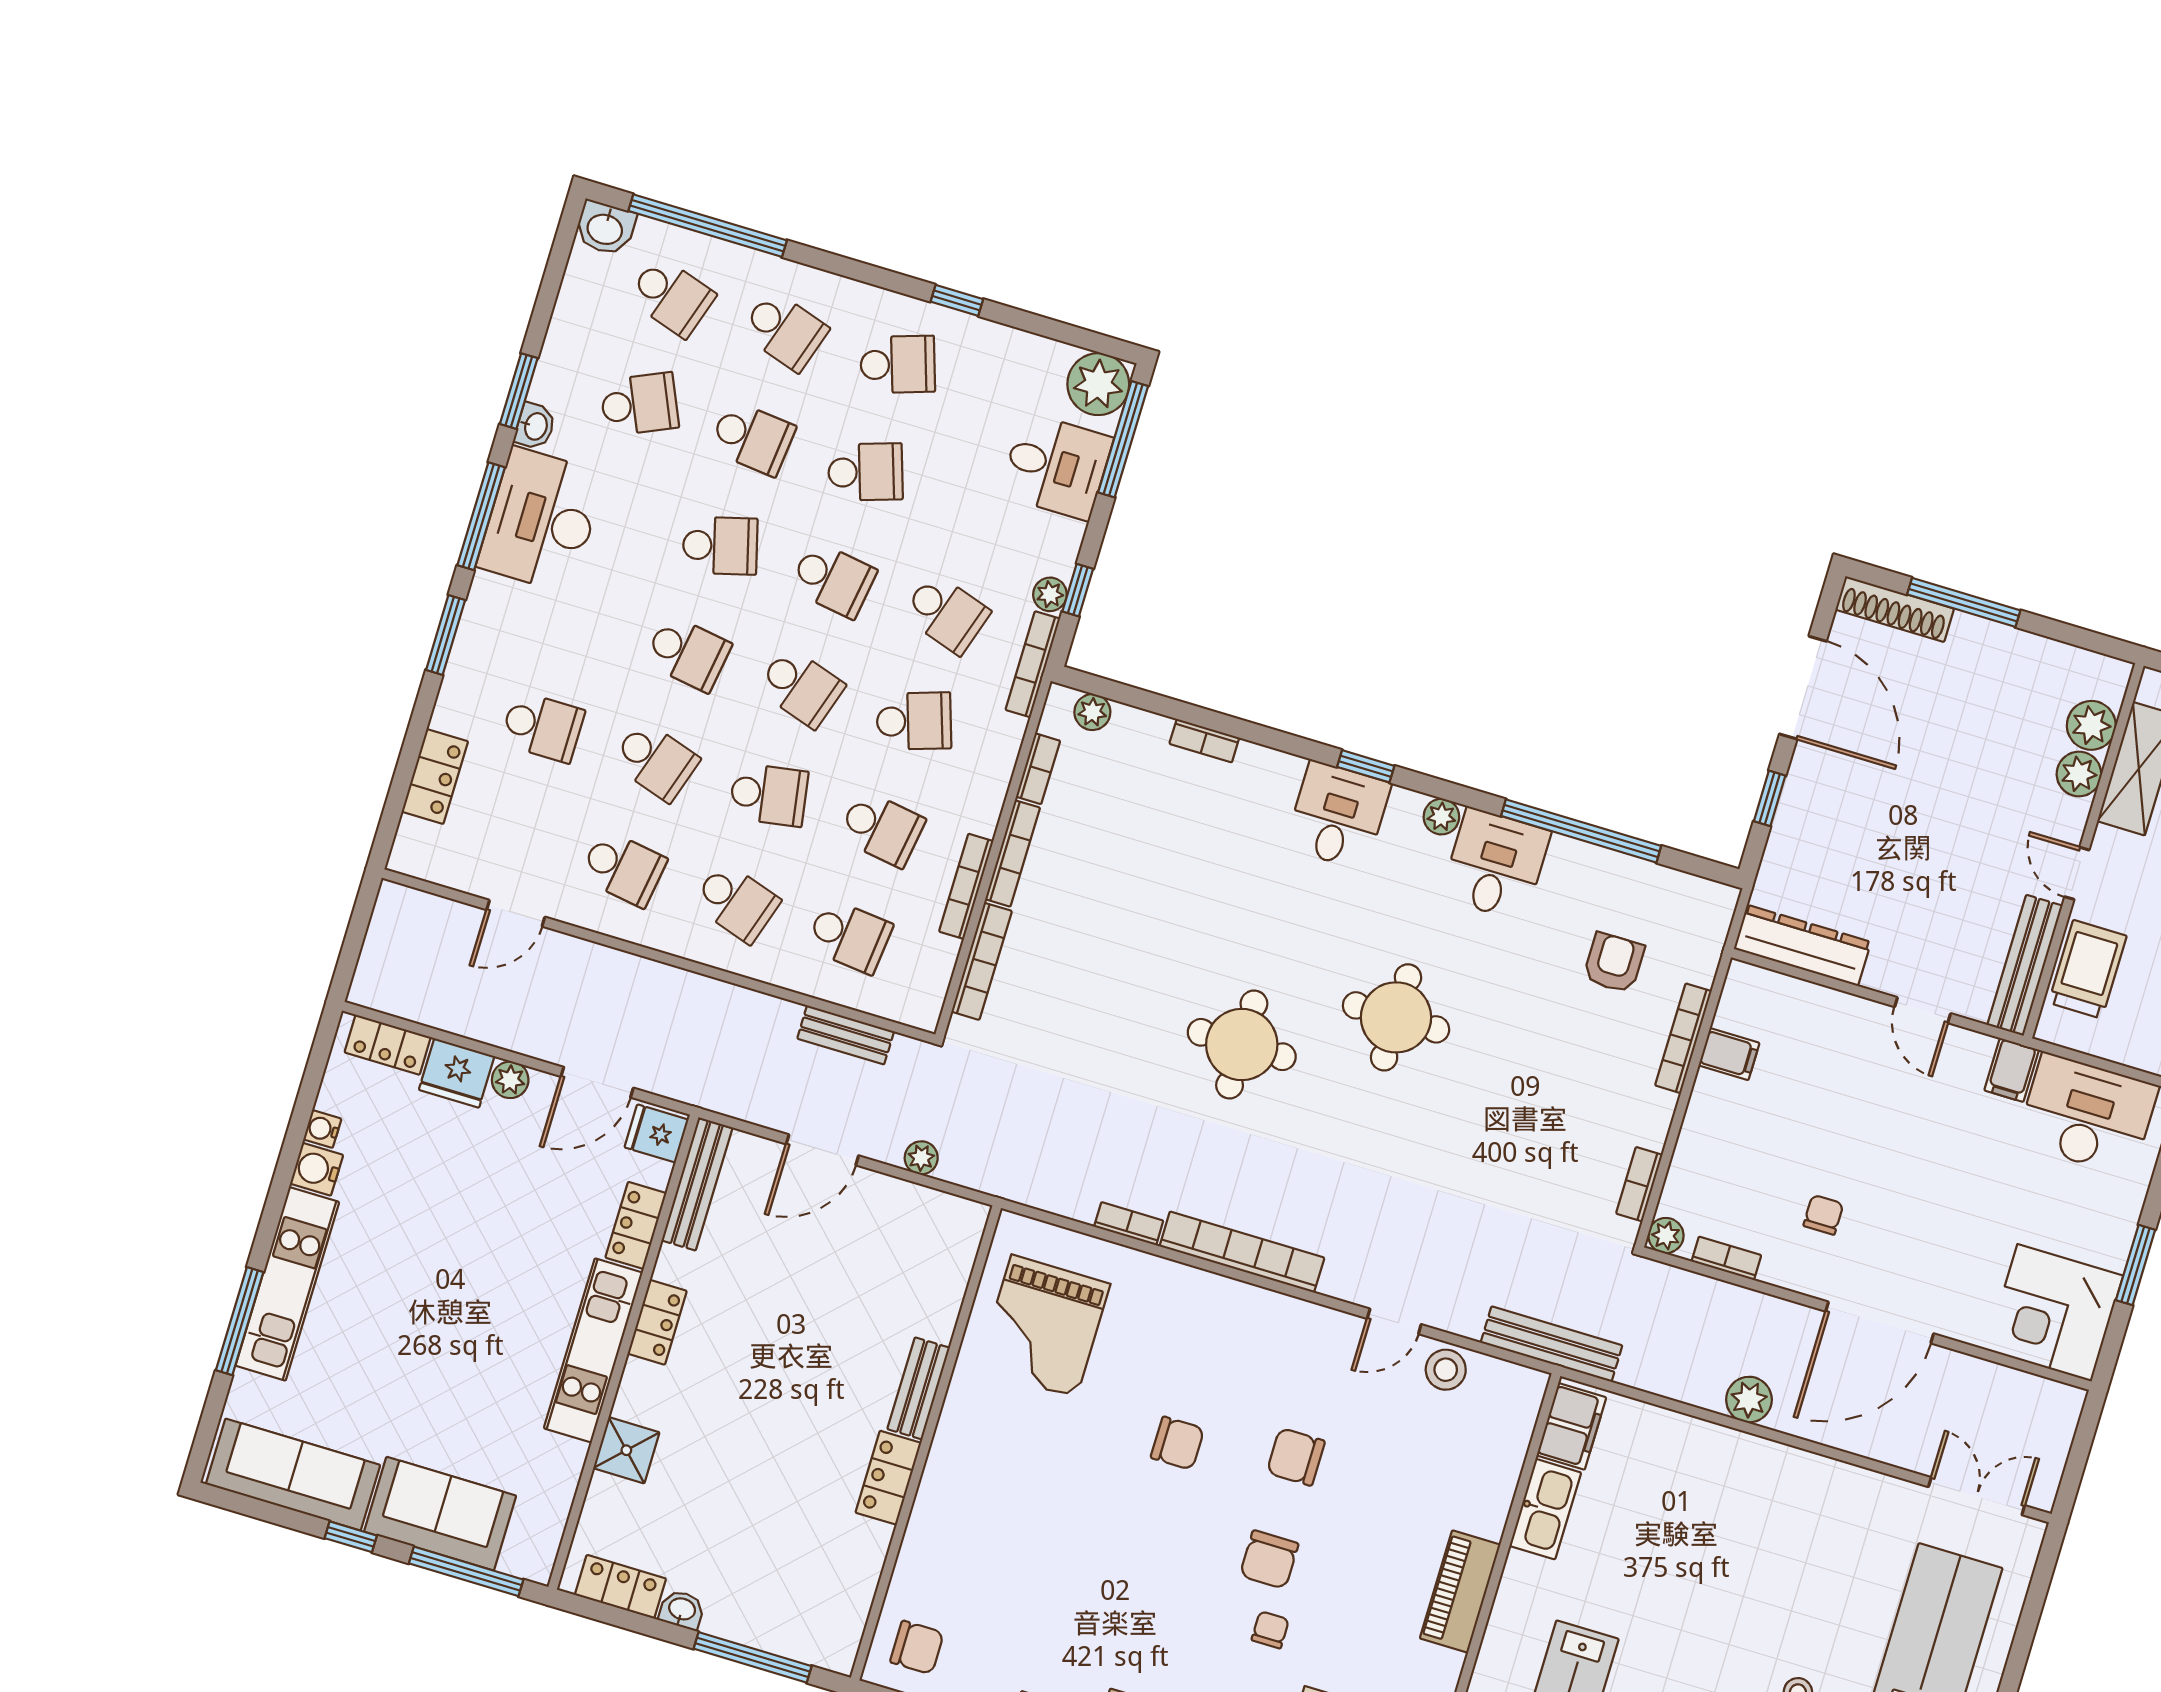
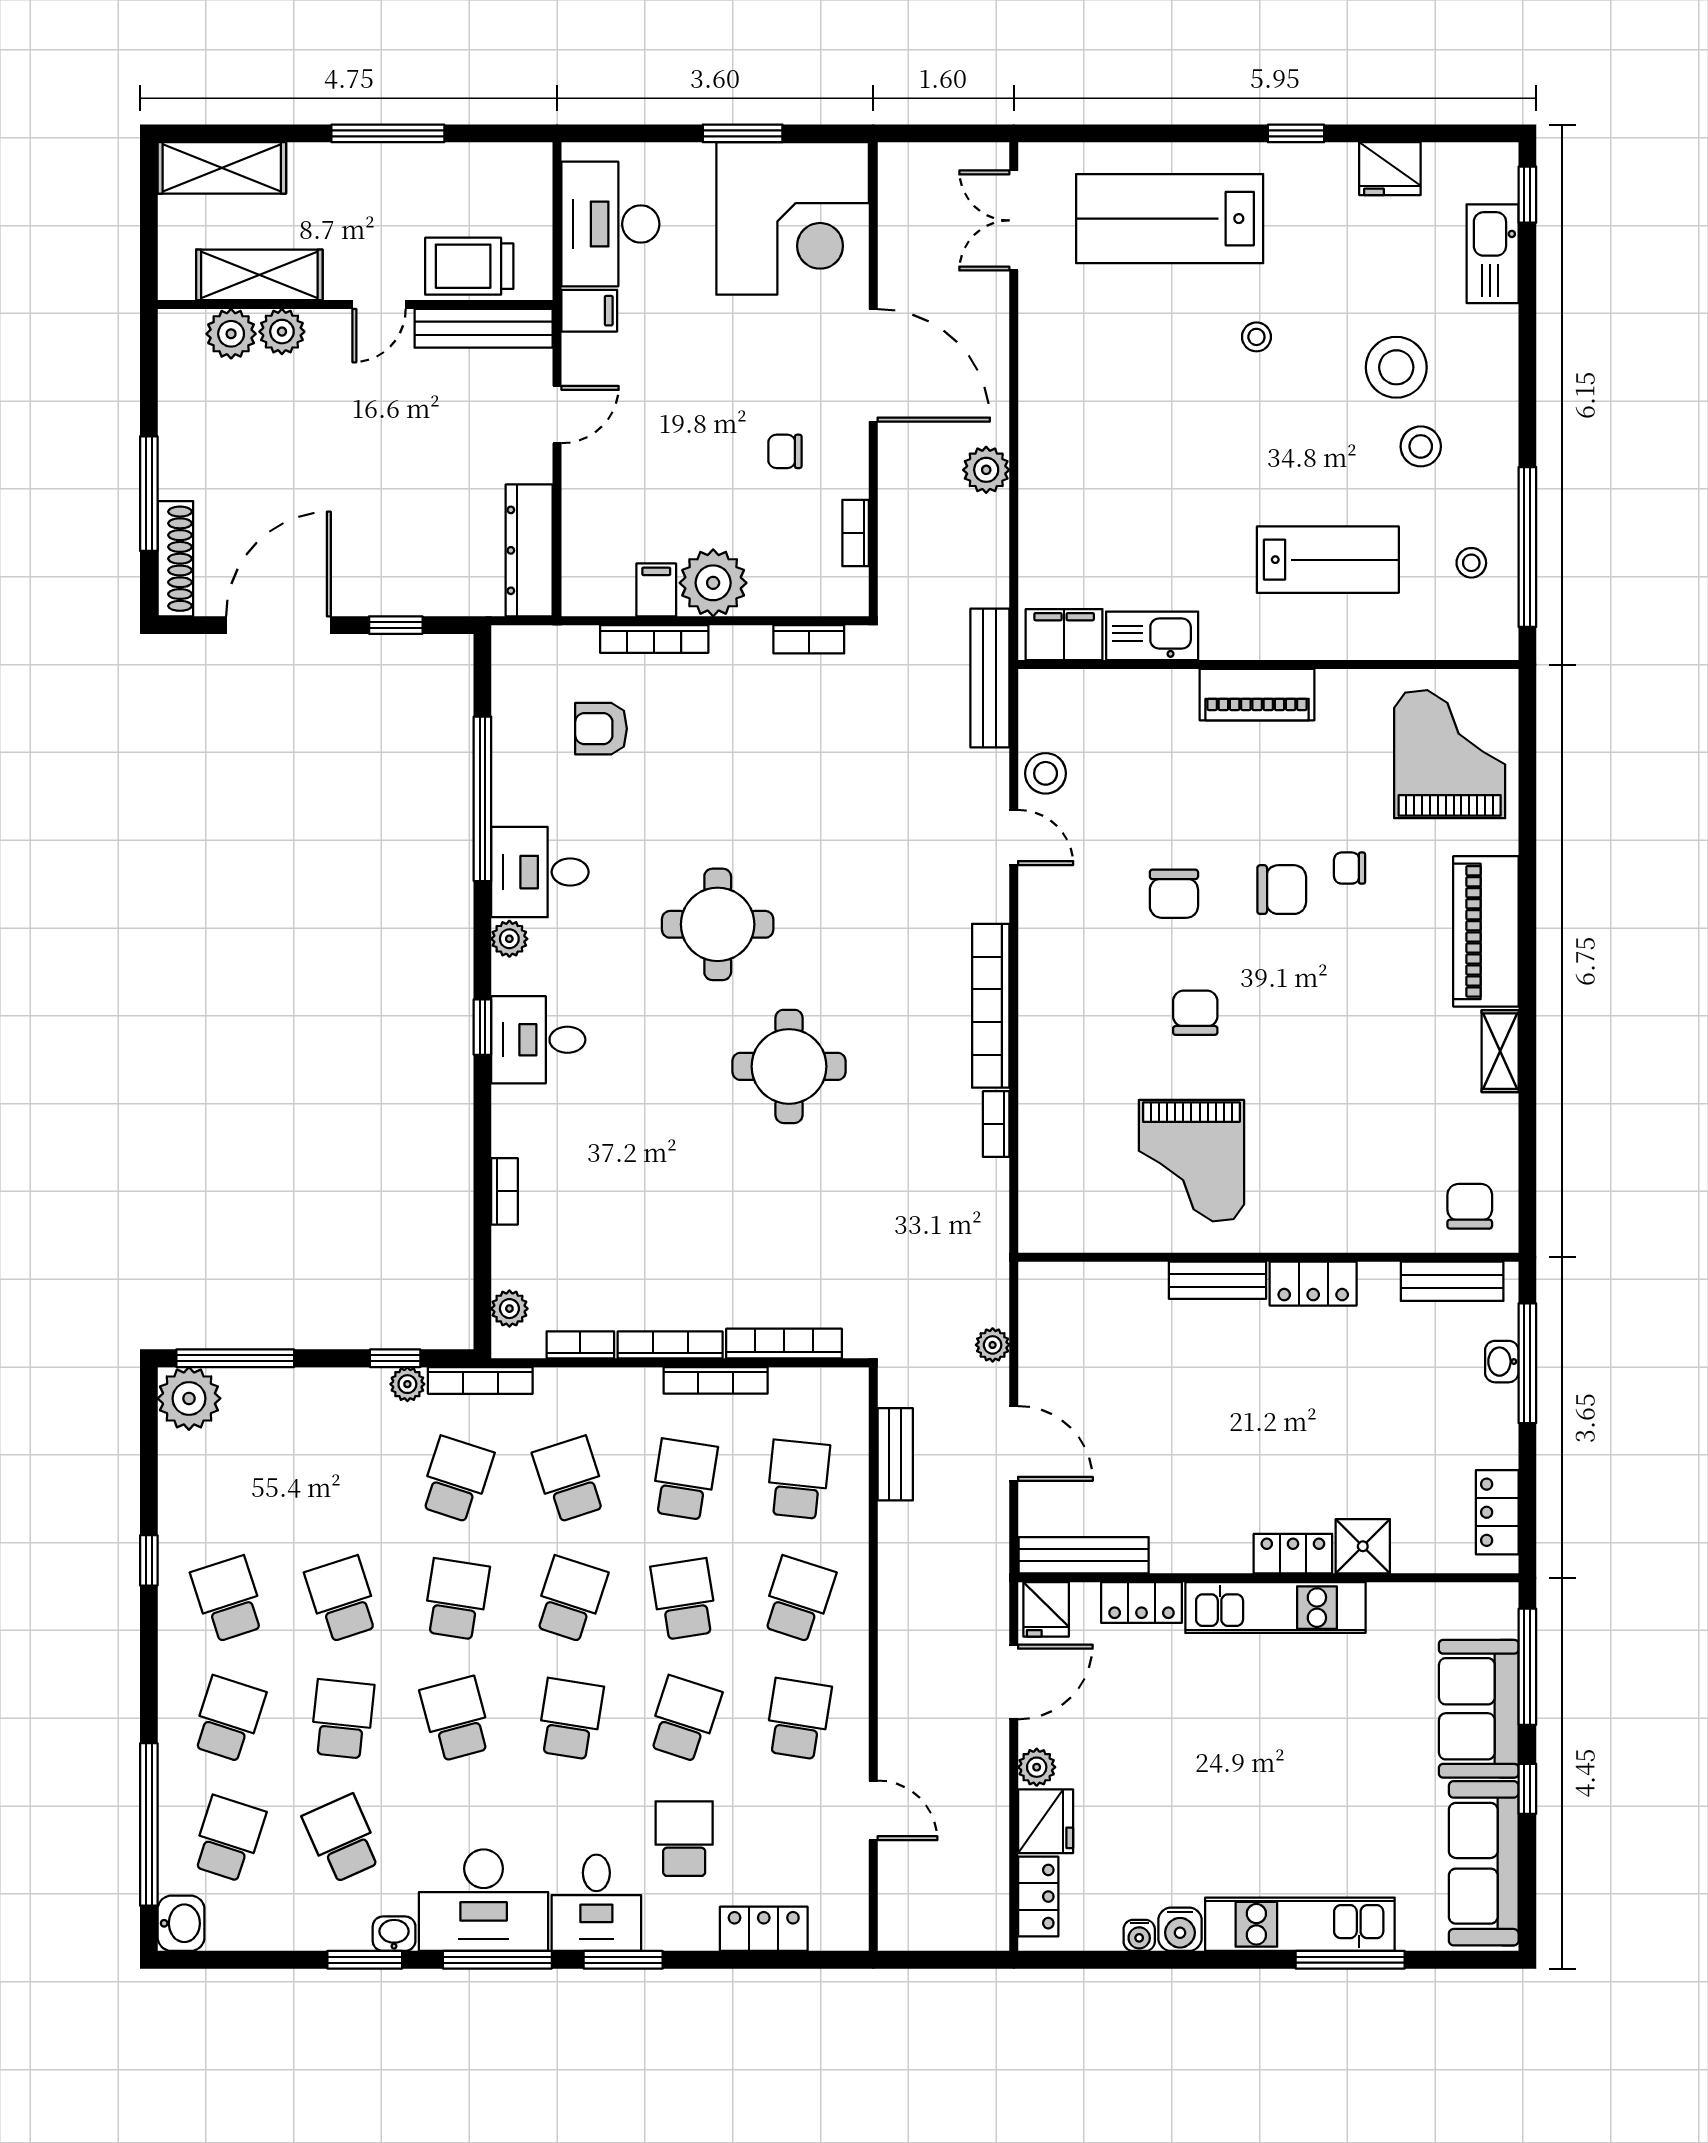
desk: (1056, 466) -> (596, 1903), moved, turned 180
door: (597, 1082) -> (1014, 1682), hinge flipped
plant: (1666, 1235) -> (713, 583), moved, width x1.87, depth x1.87
corner desk: (2054, 1313) -> (793, 218), width x1.36, depth x1.36
locker: (657, 1322) -> (1293, 1554), moved
grand piano: (1044, 1326) -> (1191, 1161), moved, turned 90
washbasin: (682, 1610) -> (1502, 1362), moved
bench: (851, 1610) -> (1452, 1281), added

